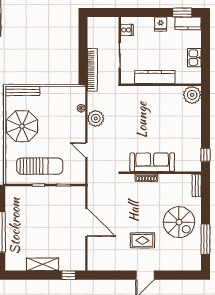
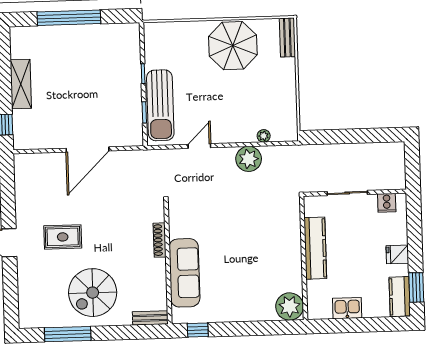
bookcase: (92, 70) -> (324, 151), removed
bench: (22, 91) -> (287, 37), width x0.73
sofa: (152, 162) -> (184, 273), moved
sun lounger: (40, 166) -> (160, 105), moved
rug: (142, 240) -> (63, 237), turned 90

